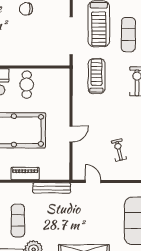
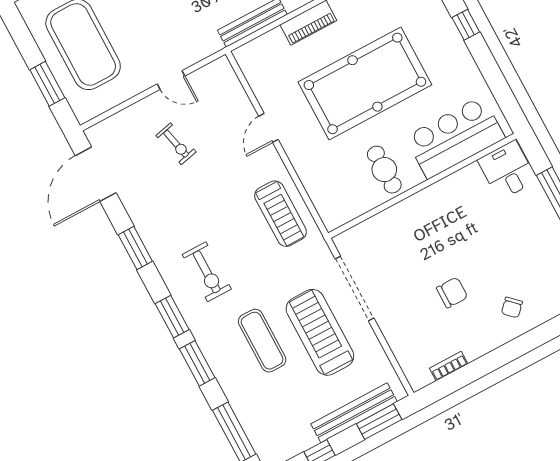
treadmill: (97, 76) -> (281, 214), moved
door: (93, 181) -> (171, 80), moved

